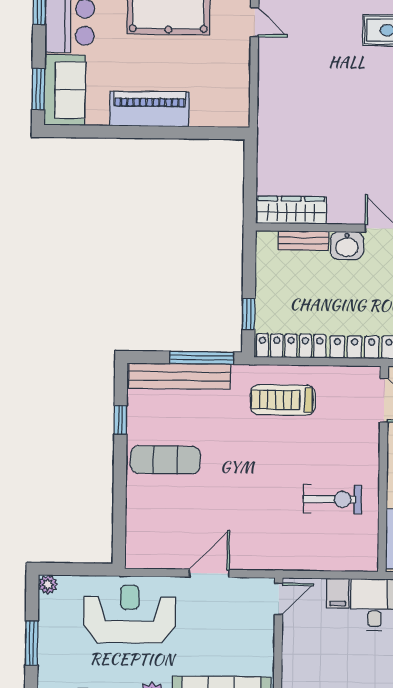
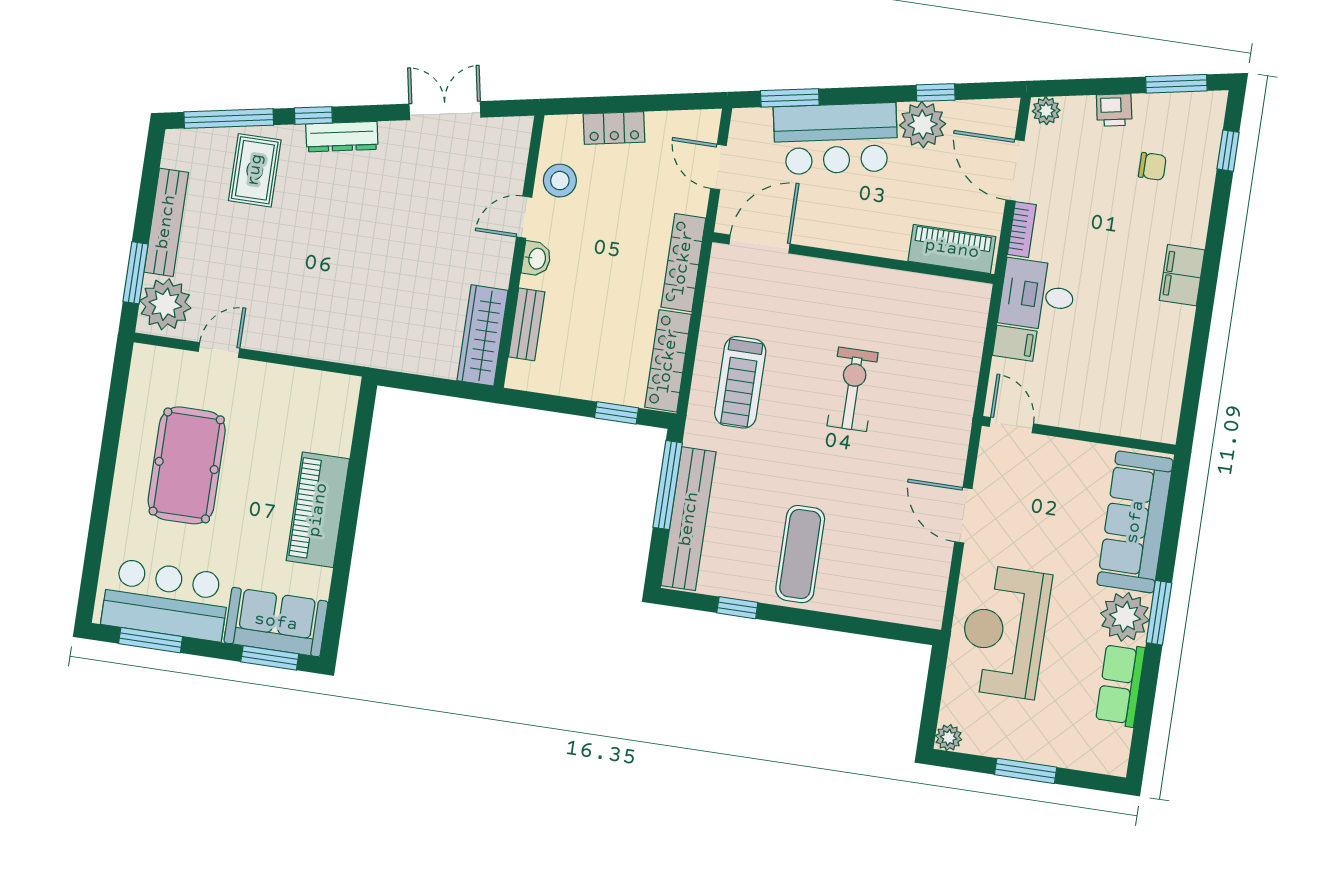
washbasin: (347, 246) -> (536, 259), width x0.72, depth x0.69
exercise bike: (332, 499) -> (853, 389), moved

